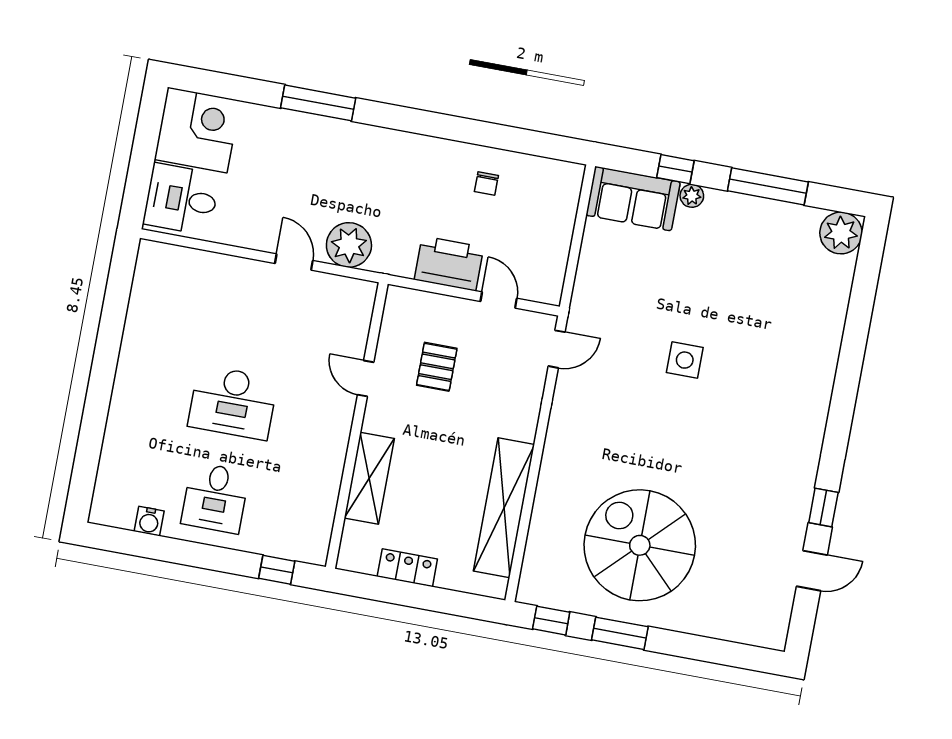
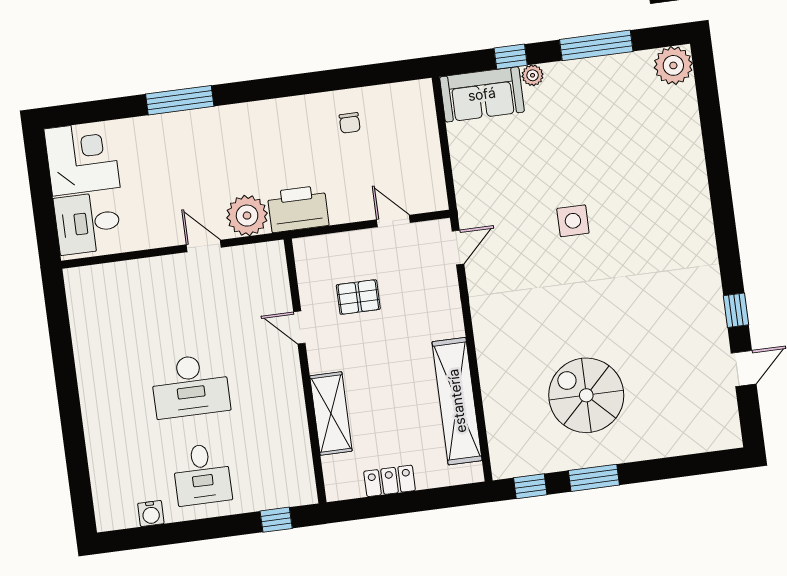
printer: (449, 263) -> (298, 209), moved
pallet: (437, 367) -> (358, 297), turned 90
spiral stairs: (640, 545) -> (586, 395), width x0.73, depth x0.73

